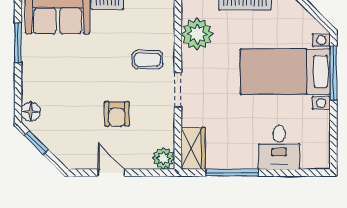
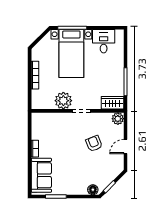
plant: (197, 34) -> (63, 101), moved
coffee table: (148, 60) -> (65, 127), removed
armchair: (117, 114) -> (94, 144), turned -112
desk: (279, 147) -> (104, 41), moved, turned -90

